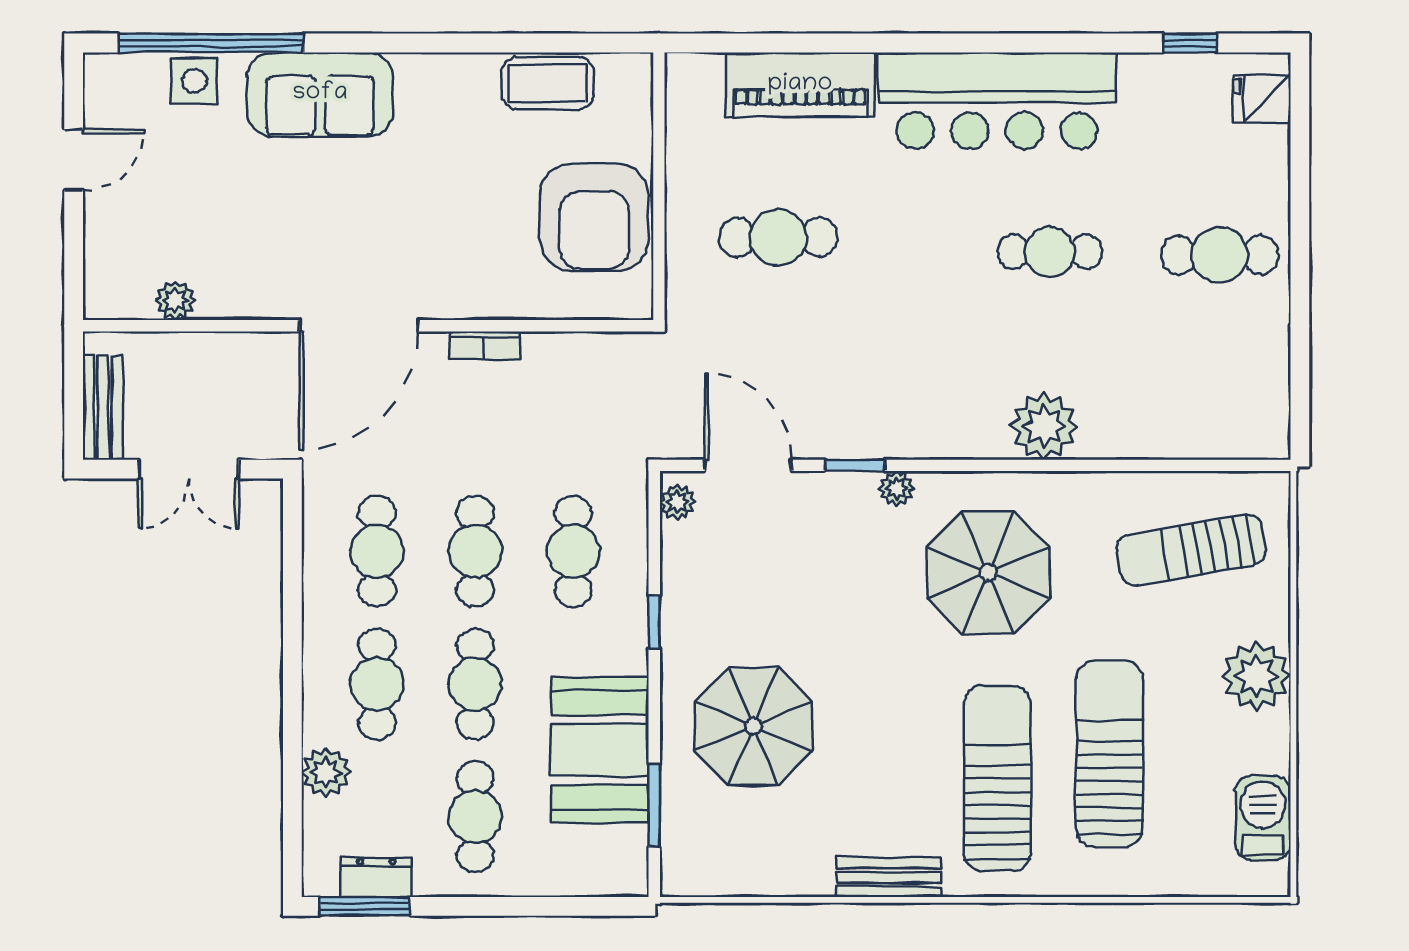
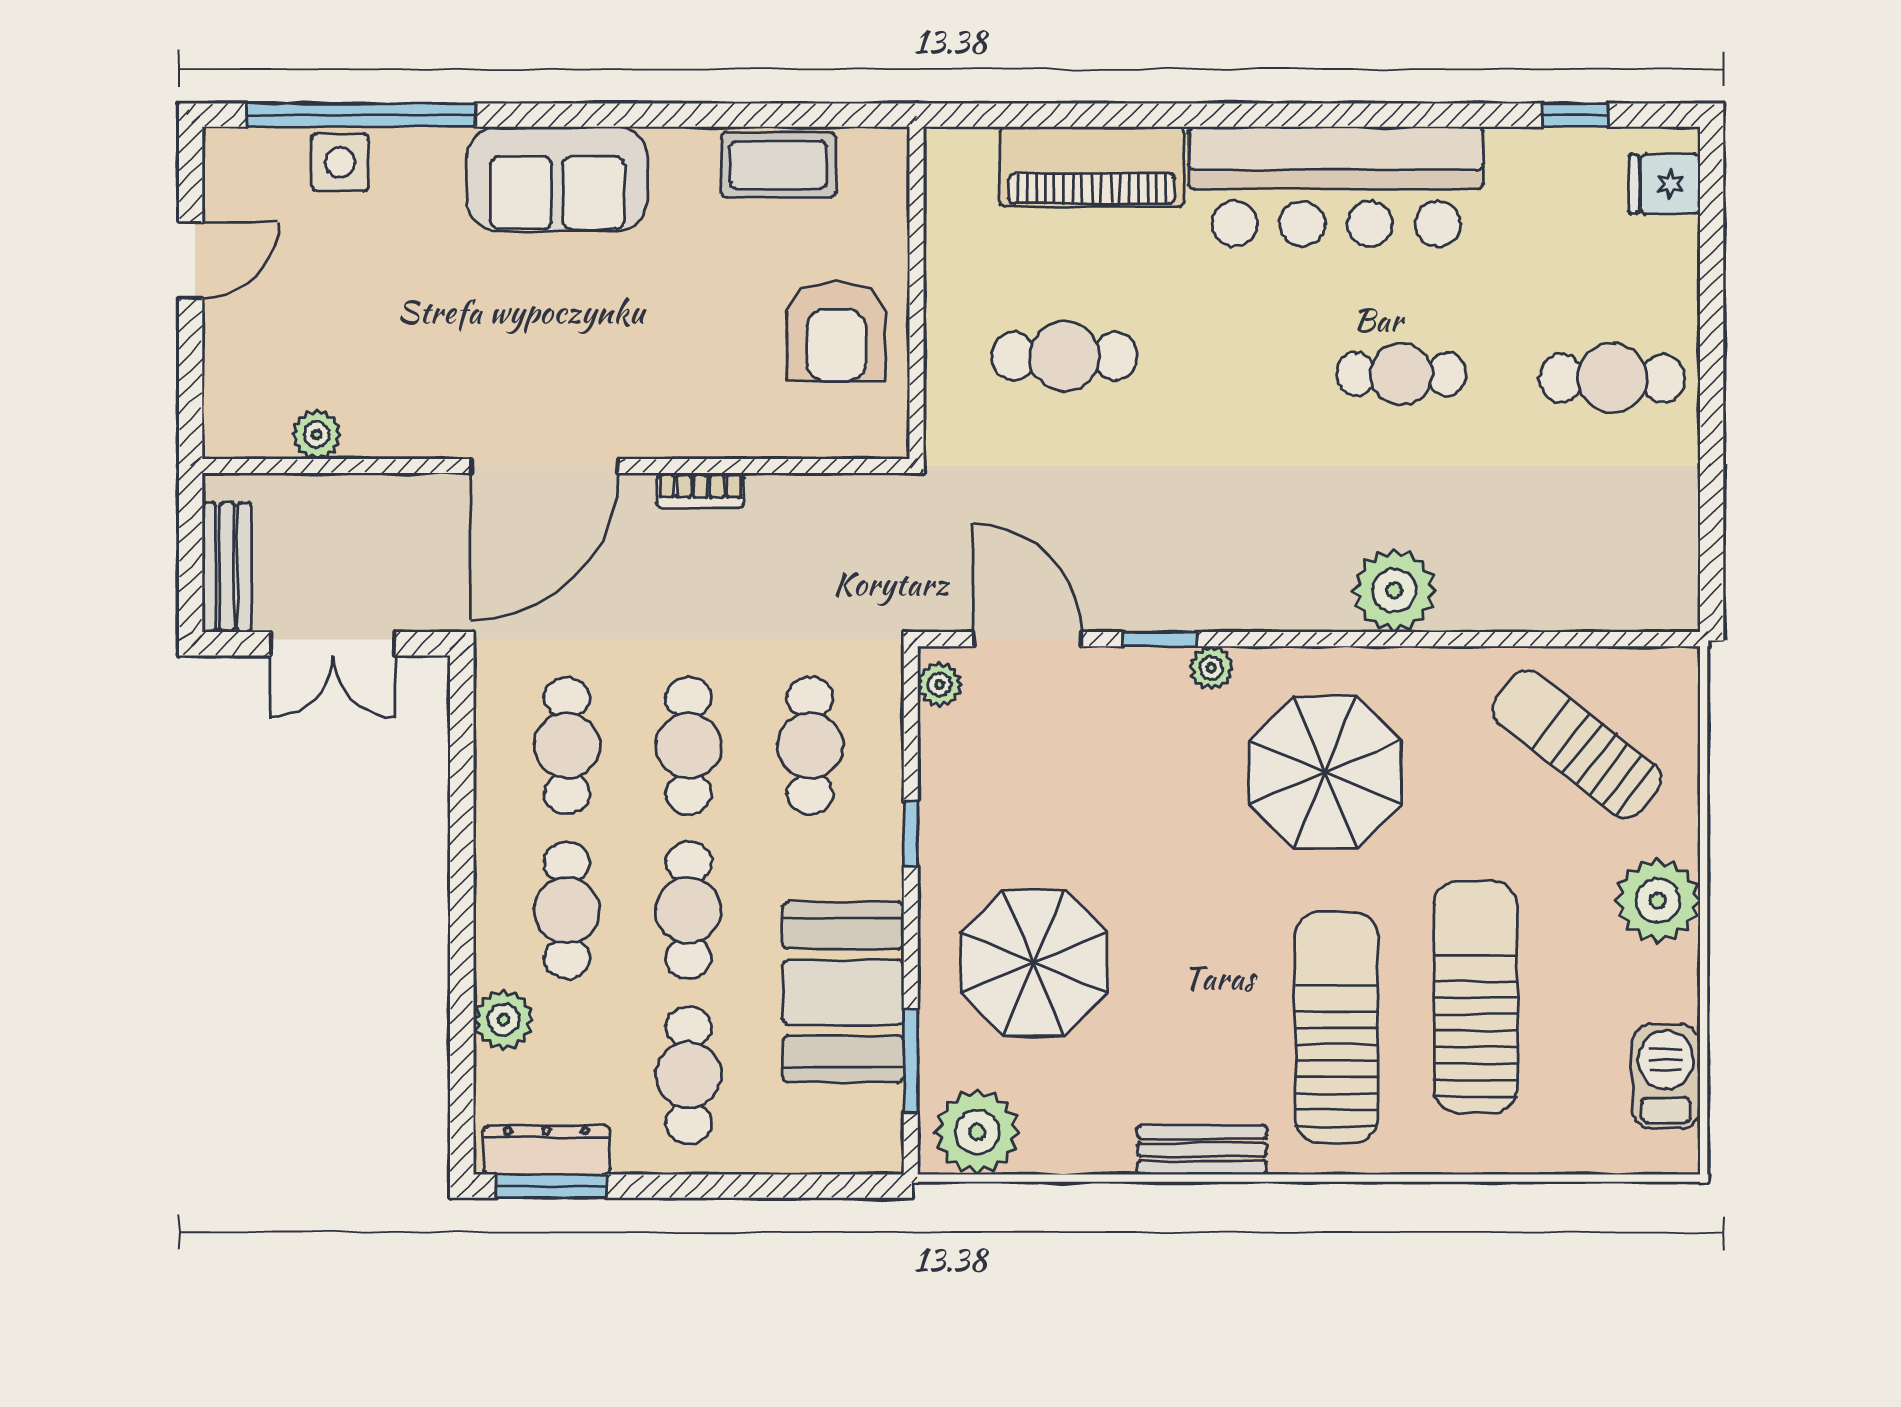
sofa: (320, 94) -> (557, 179), moved
armchair: (594, 217) -> (836, 331), width x0.73, depth x0.73
sun lounger: (1191, 550) -> (1577, 744), turned 48
plant: (708, 863) -> (977, 1132), added
dresser: (376, 877) -> (547, 1150), width x1.44

